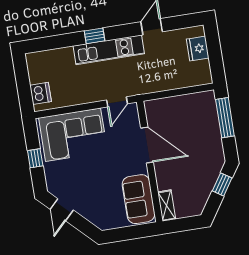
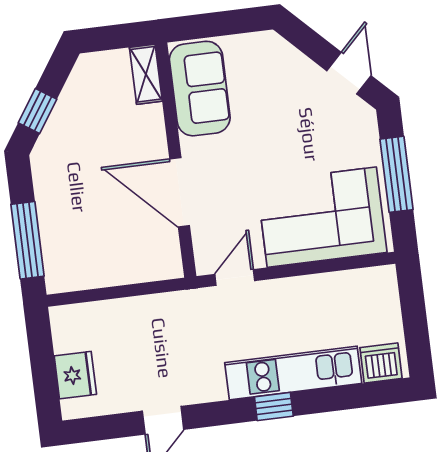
kitchen unit: (109, 50) -> (293, 373), moved
dishwasher: (41, 93) -> (381, 363), moved, turned 90
window: (35, 158) -> (396, 174), width x2.17

